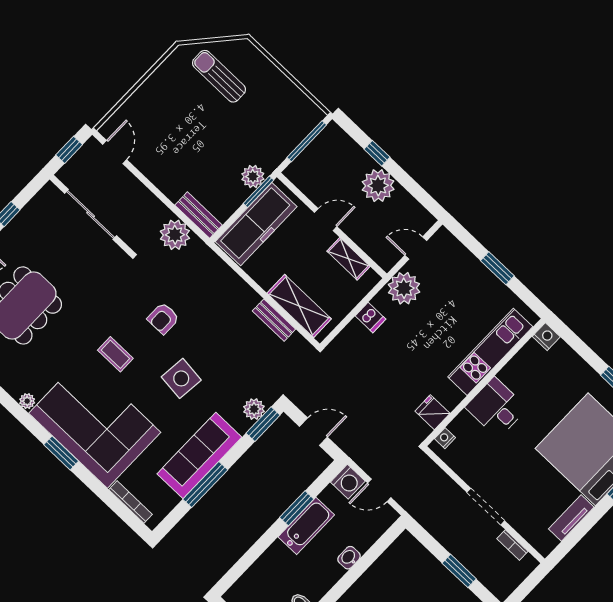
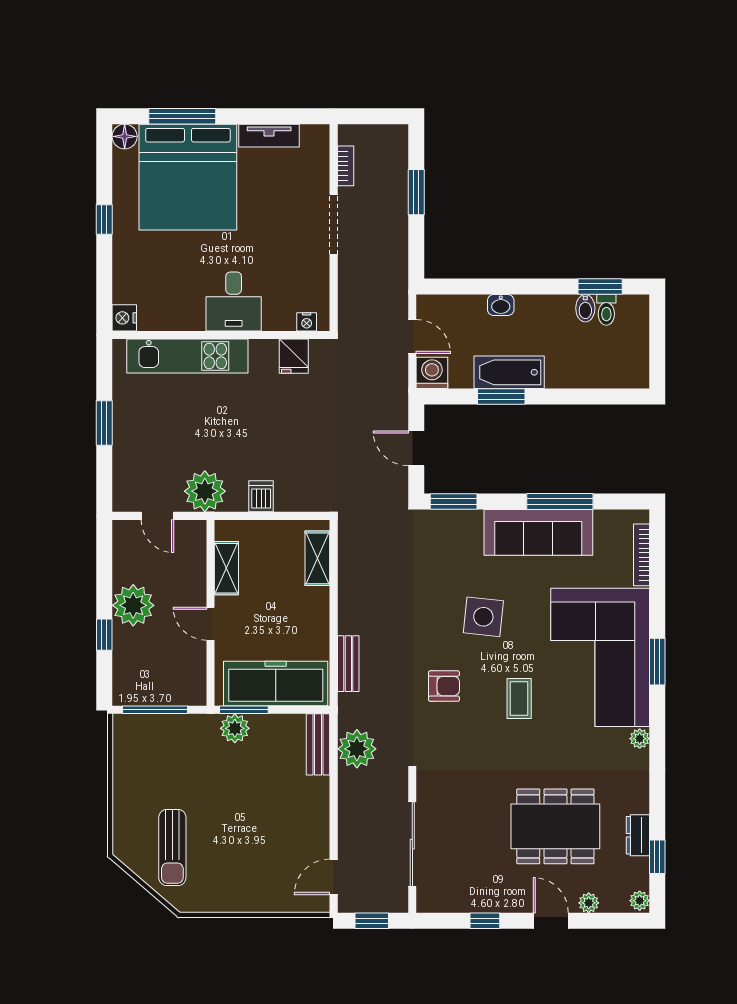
shelving: (299, 306) -> (317, 558), width x0.67, depth x0.75
bench: (274, 320) -> (348, 664), moved
plant: (254, 409) -> (448, 523), removed

